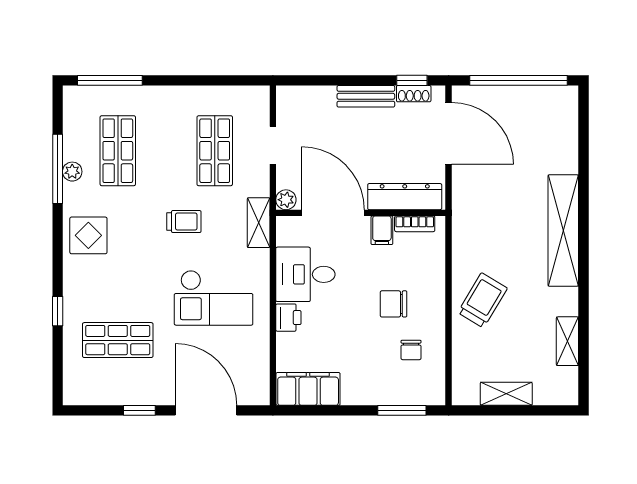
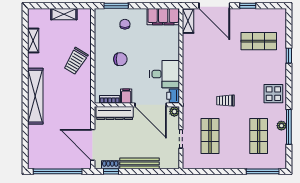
bench: (366, 96) -> (139, 163), width x1.36
shelving: (259, 223) -> (188, 21), moved
checkout: (214, 298) -> (211, 62), removed
printer: (288, 318) -> (173, 96), moved
chair: (411, 350) -> (125, 24), moved

